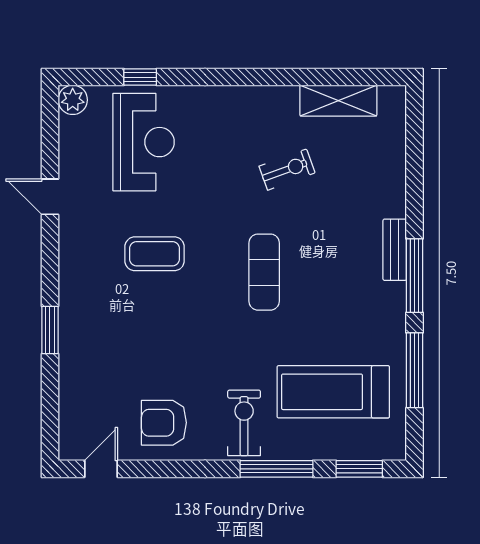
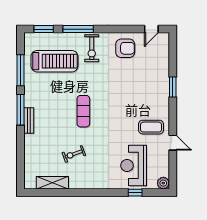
coffee table: (155, 254) -> (151, 127), moved

